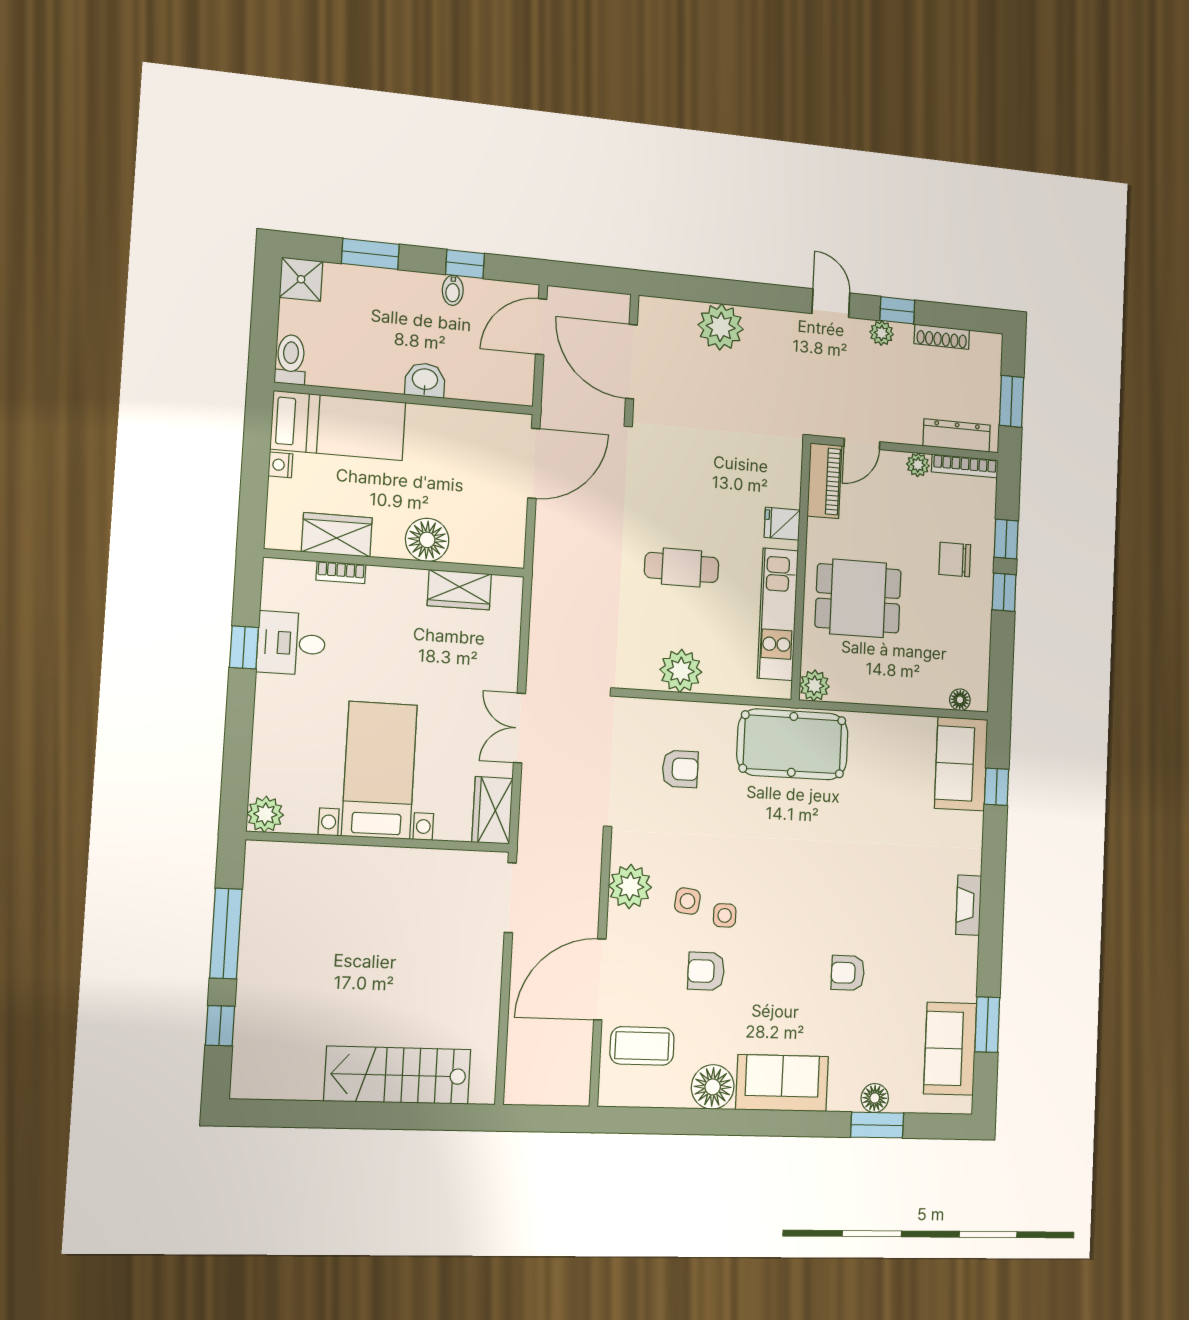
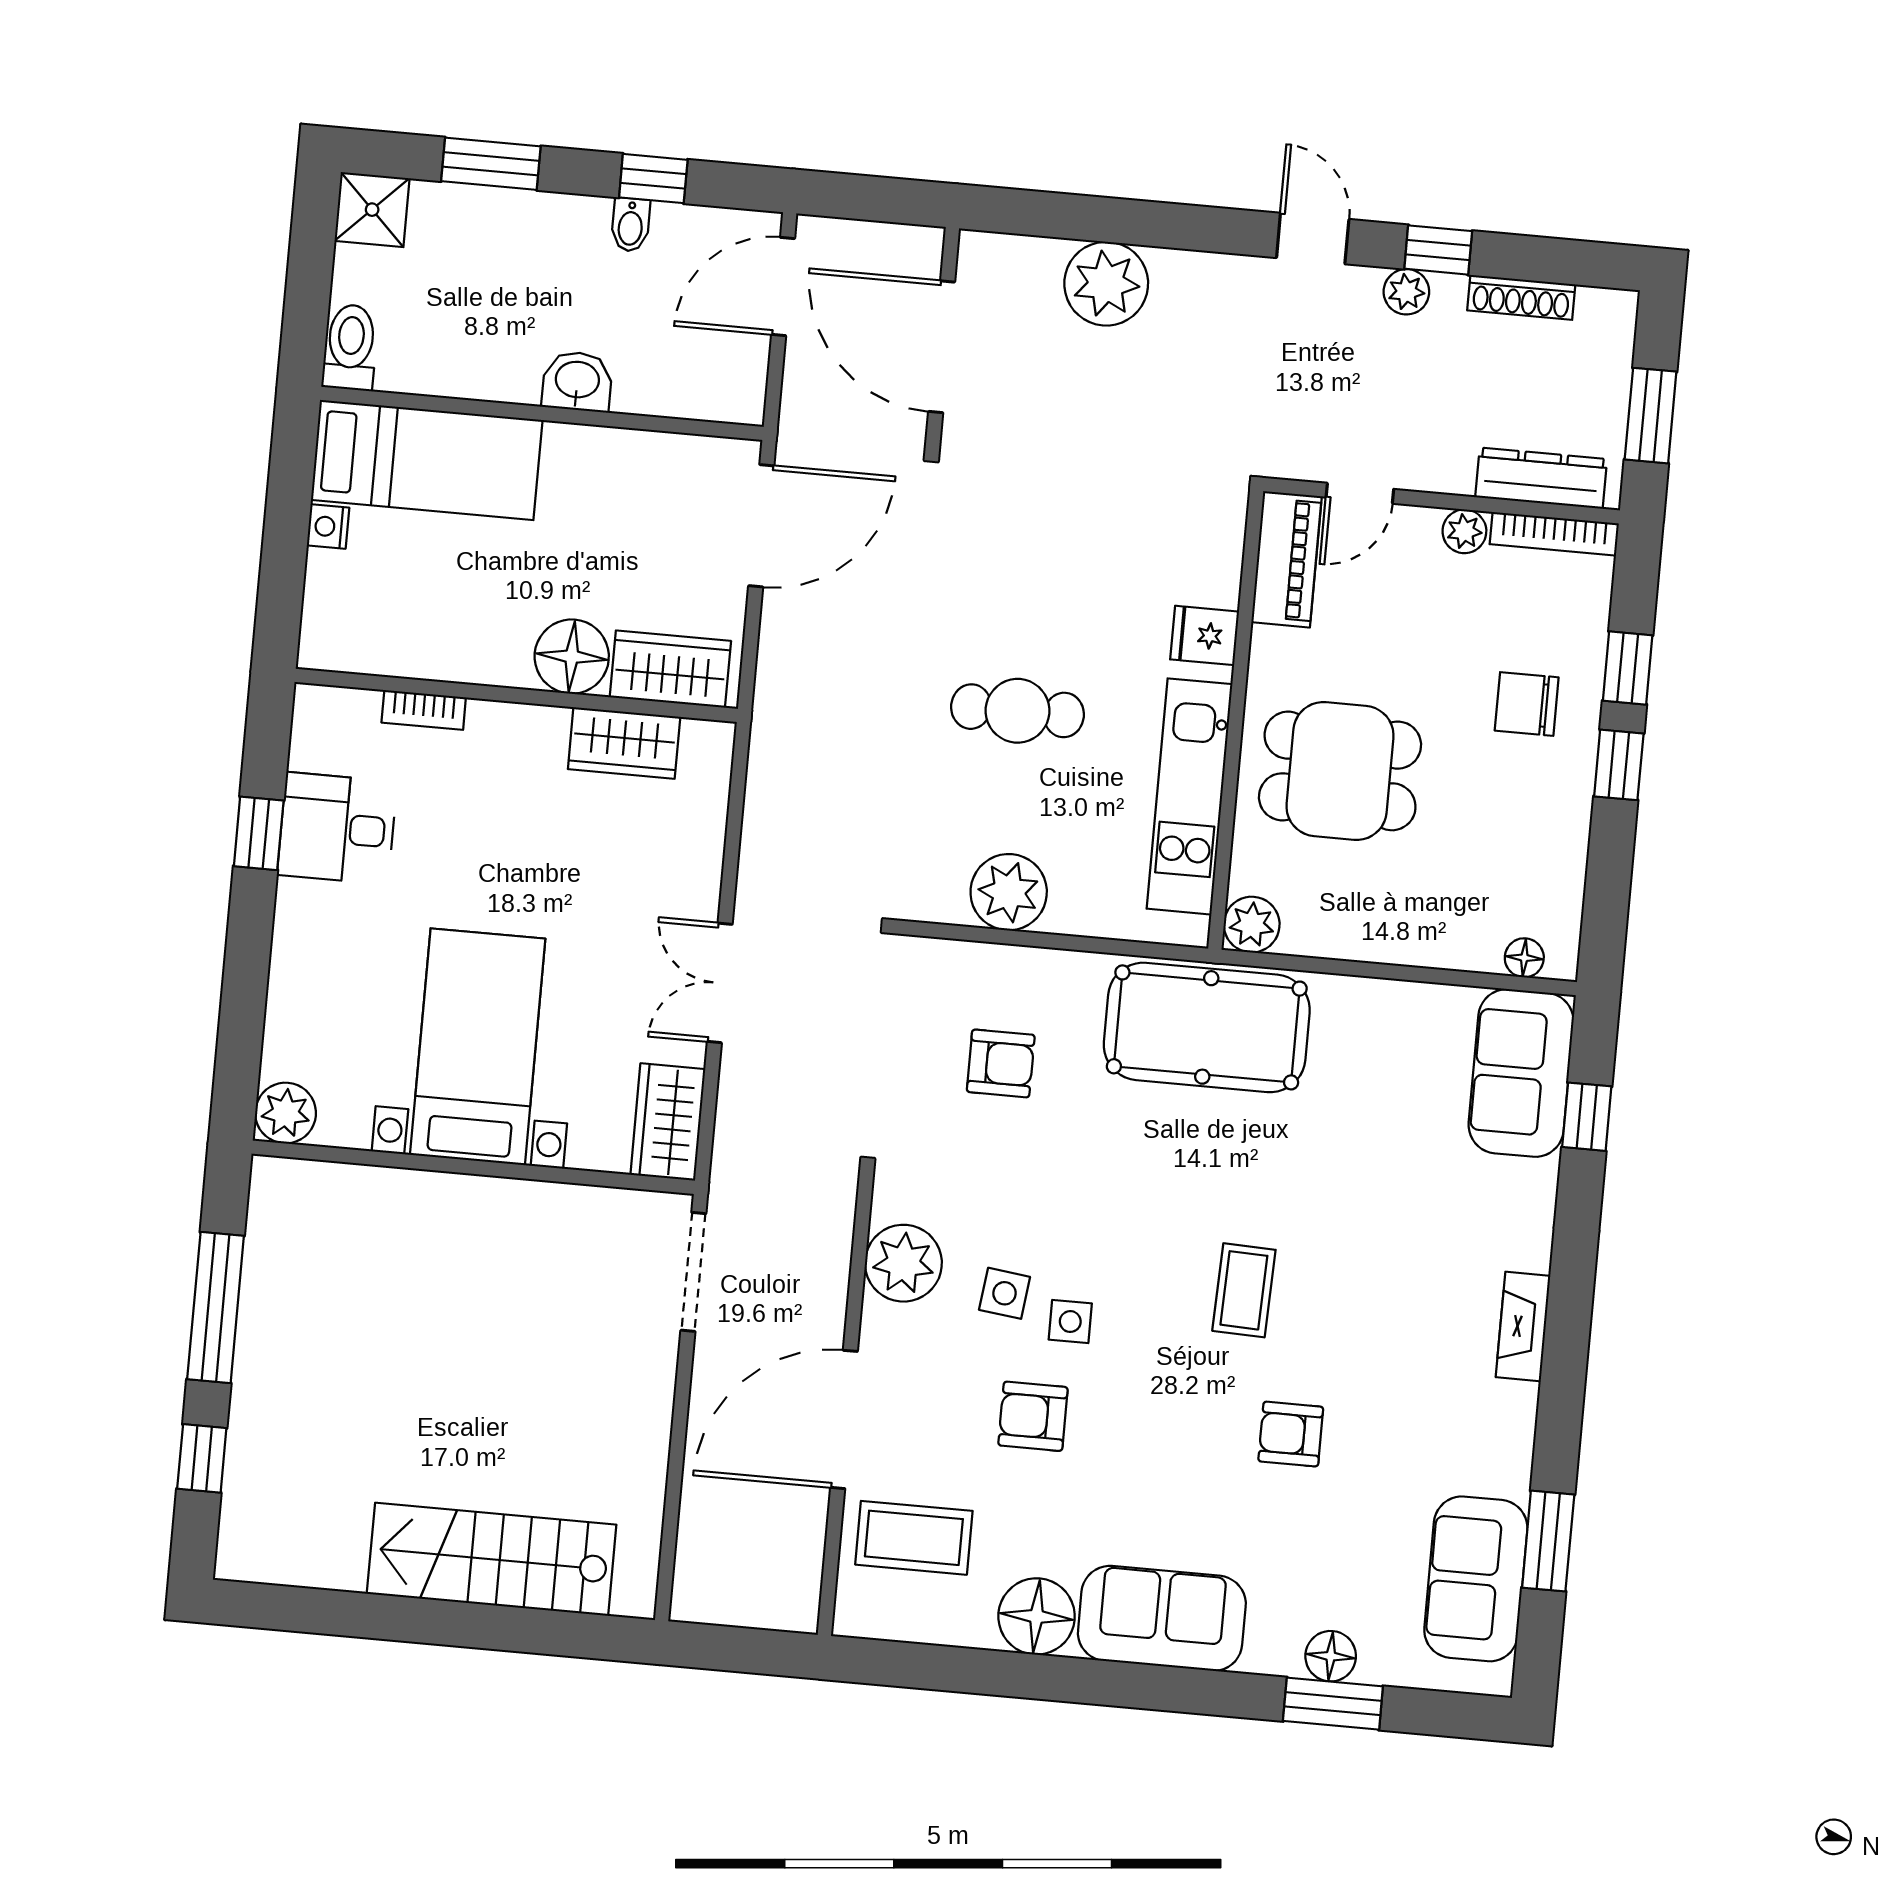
wardrobe: (337, 535) -> (670, 669), moved
coffee table: (819, 893) -> (1244, 1290), added

